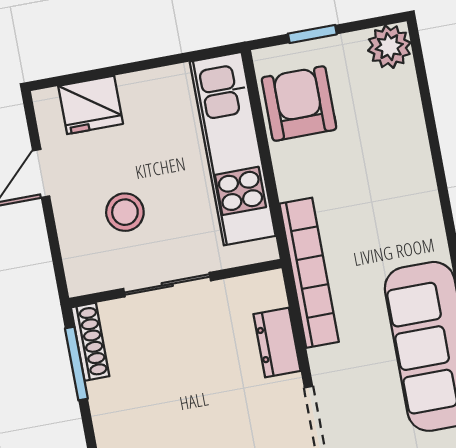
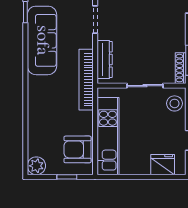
armchair: (299, 103) -> (77, 149), turned 90
stool: (125, 212) -> (175, 103), moved
dresser: (277, 342) -> (105, 59), width x1.44

